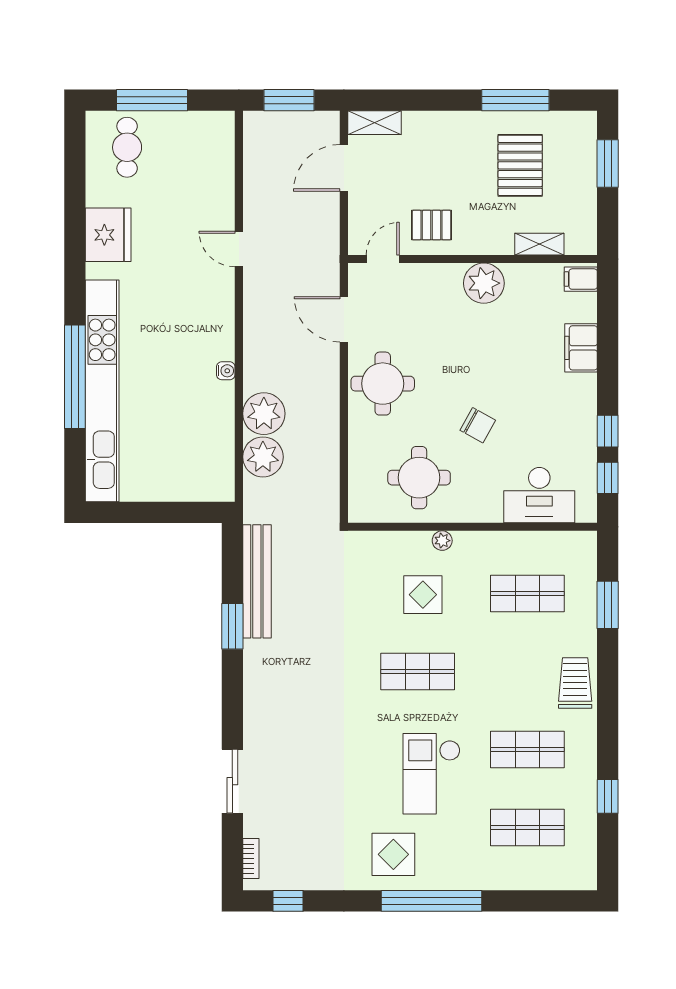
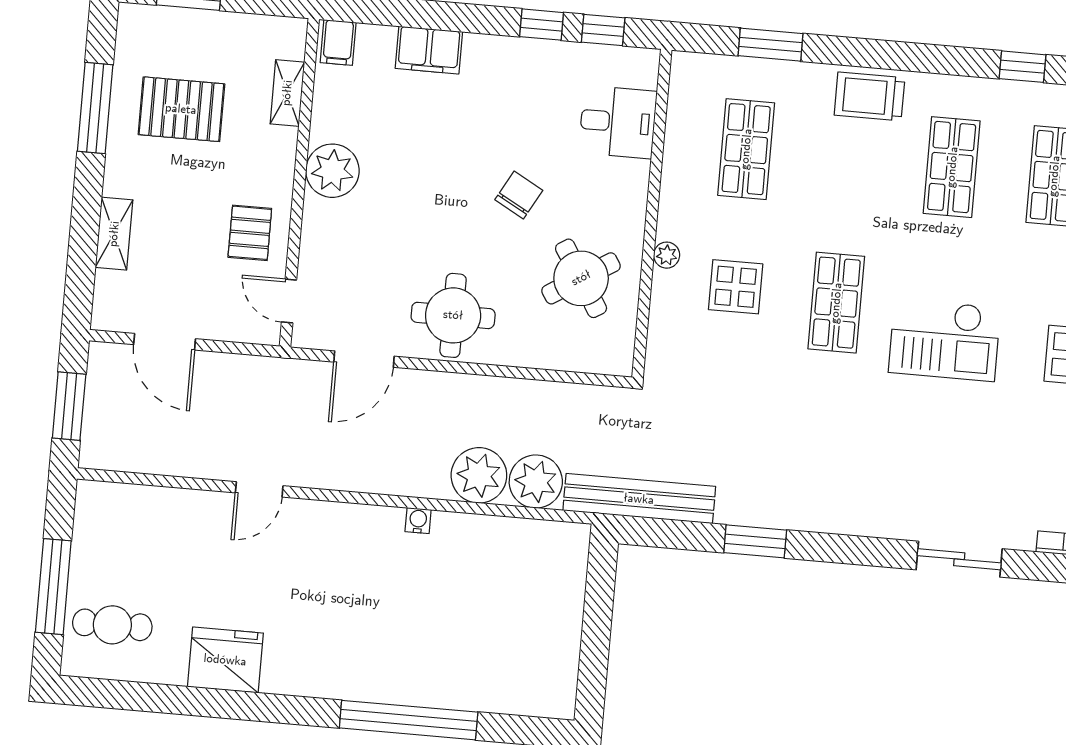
shelving: (374, 123) -> (114, 234), moved
kitchen unit: (102, 391) -> (430, 686), removed
round table: (419, 478) -> (581, 278), turned -32
desk: (539, 495) -> (618, 122), width x0.73
bench: (257, 581) -> (639, 499), moved
checkout: (432, 774) -> (944, 340), moved

